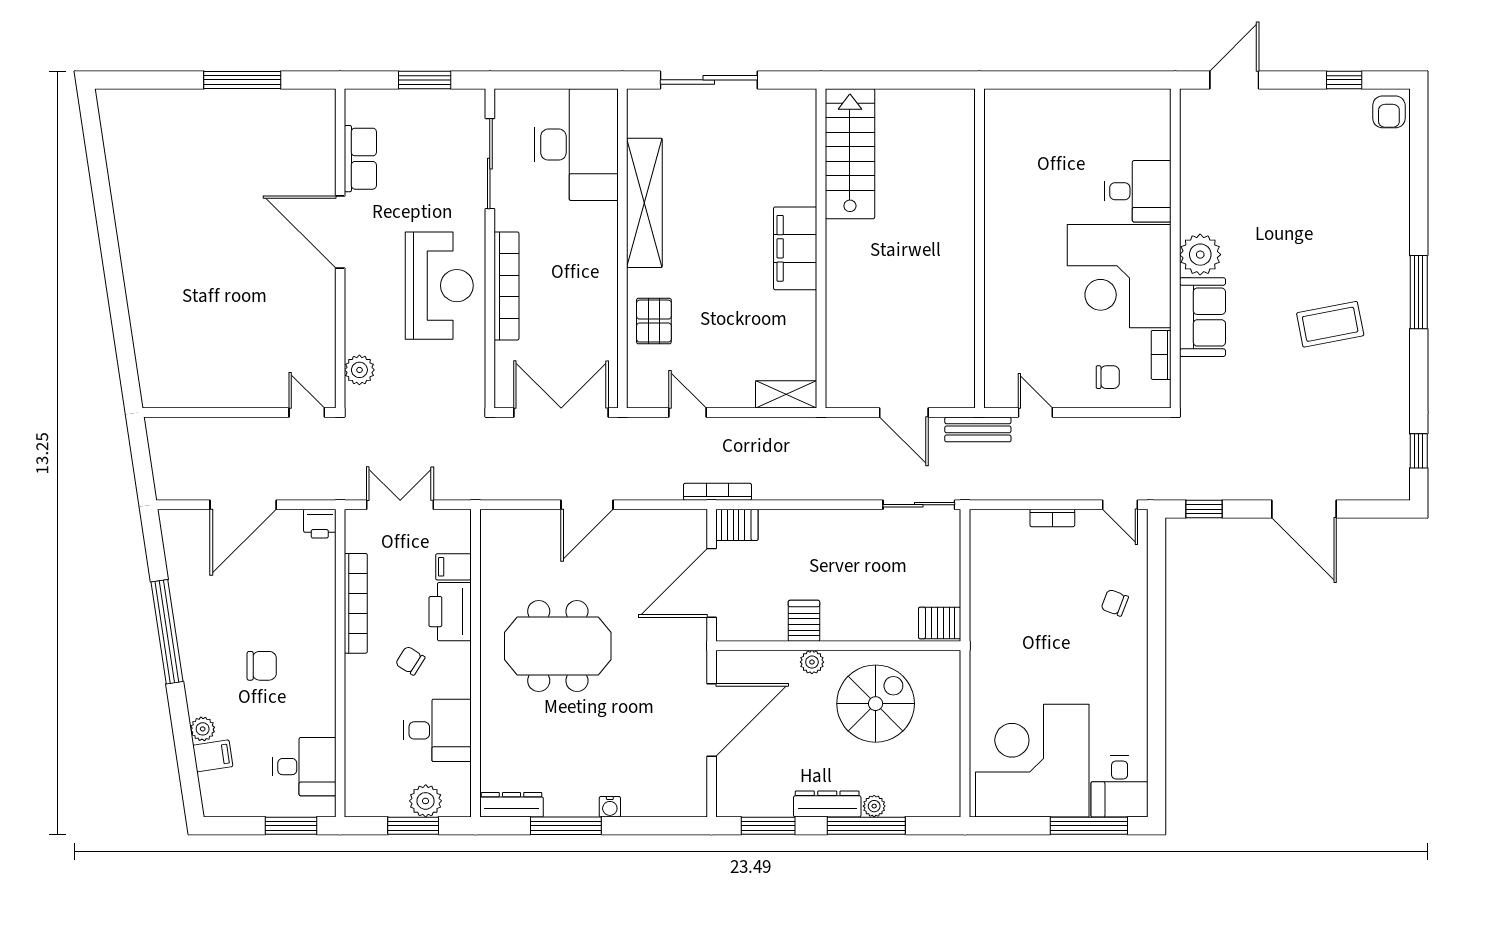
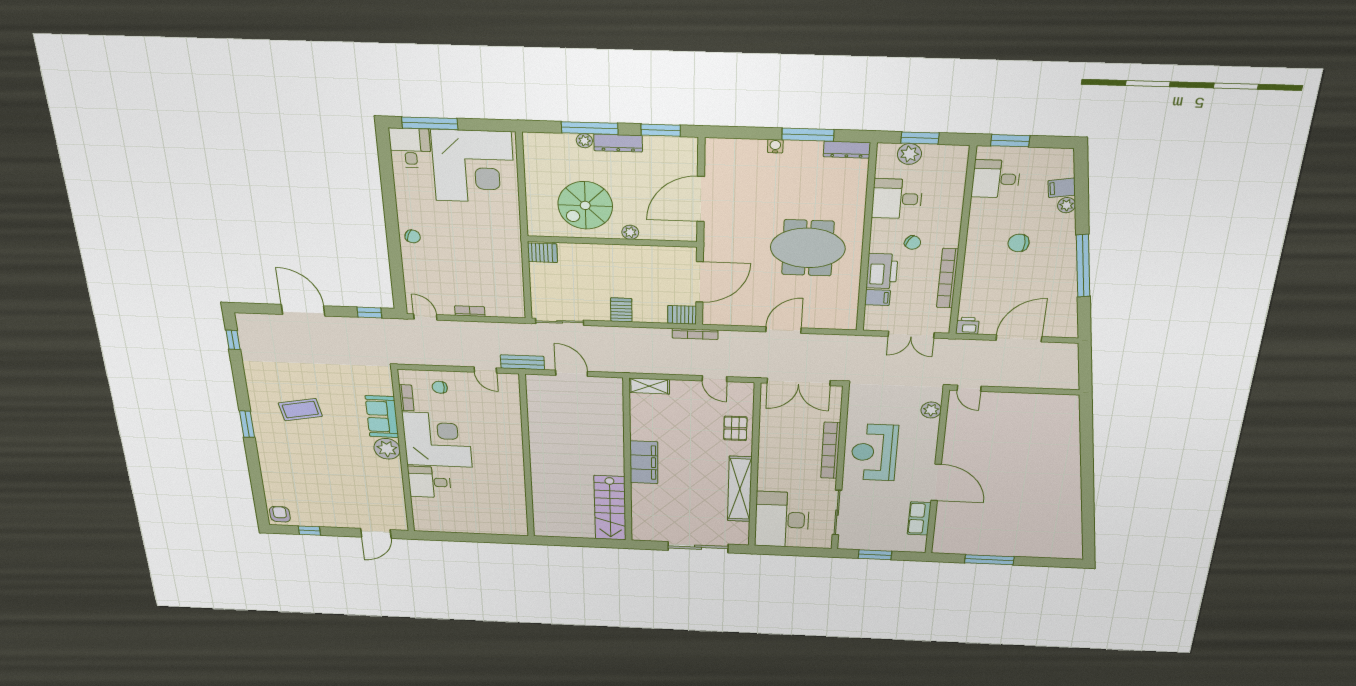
window: (1419, 292) -> (247, 424), width x0.69
chair: (1115, 603) -> (413, 236), moved
server rack: (804, 621) -> (621, 310), moved, turned 180

